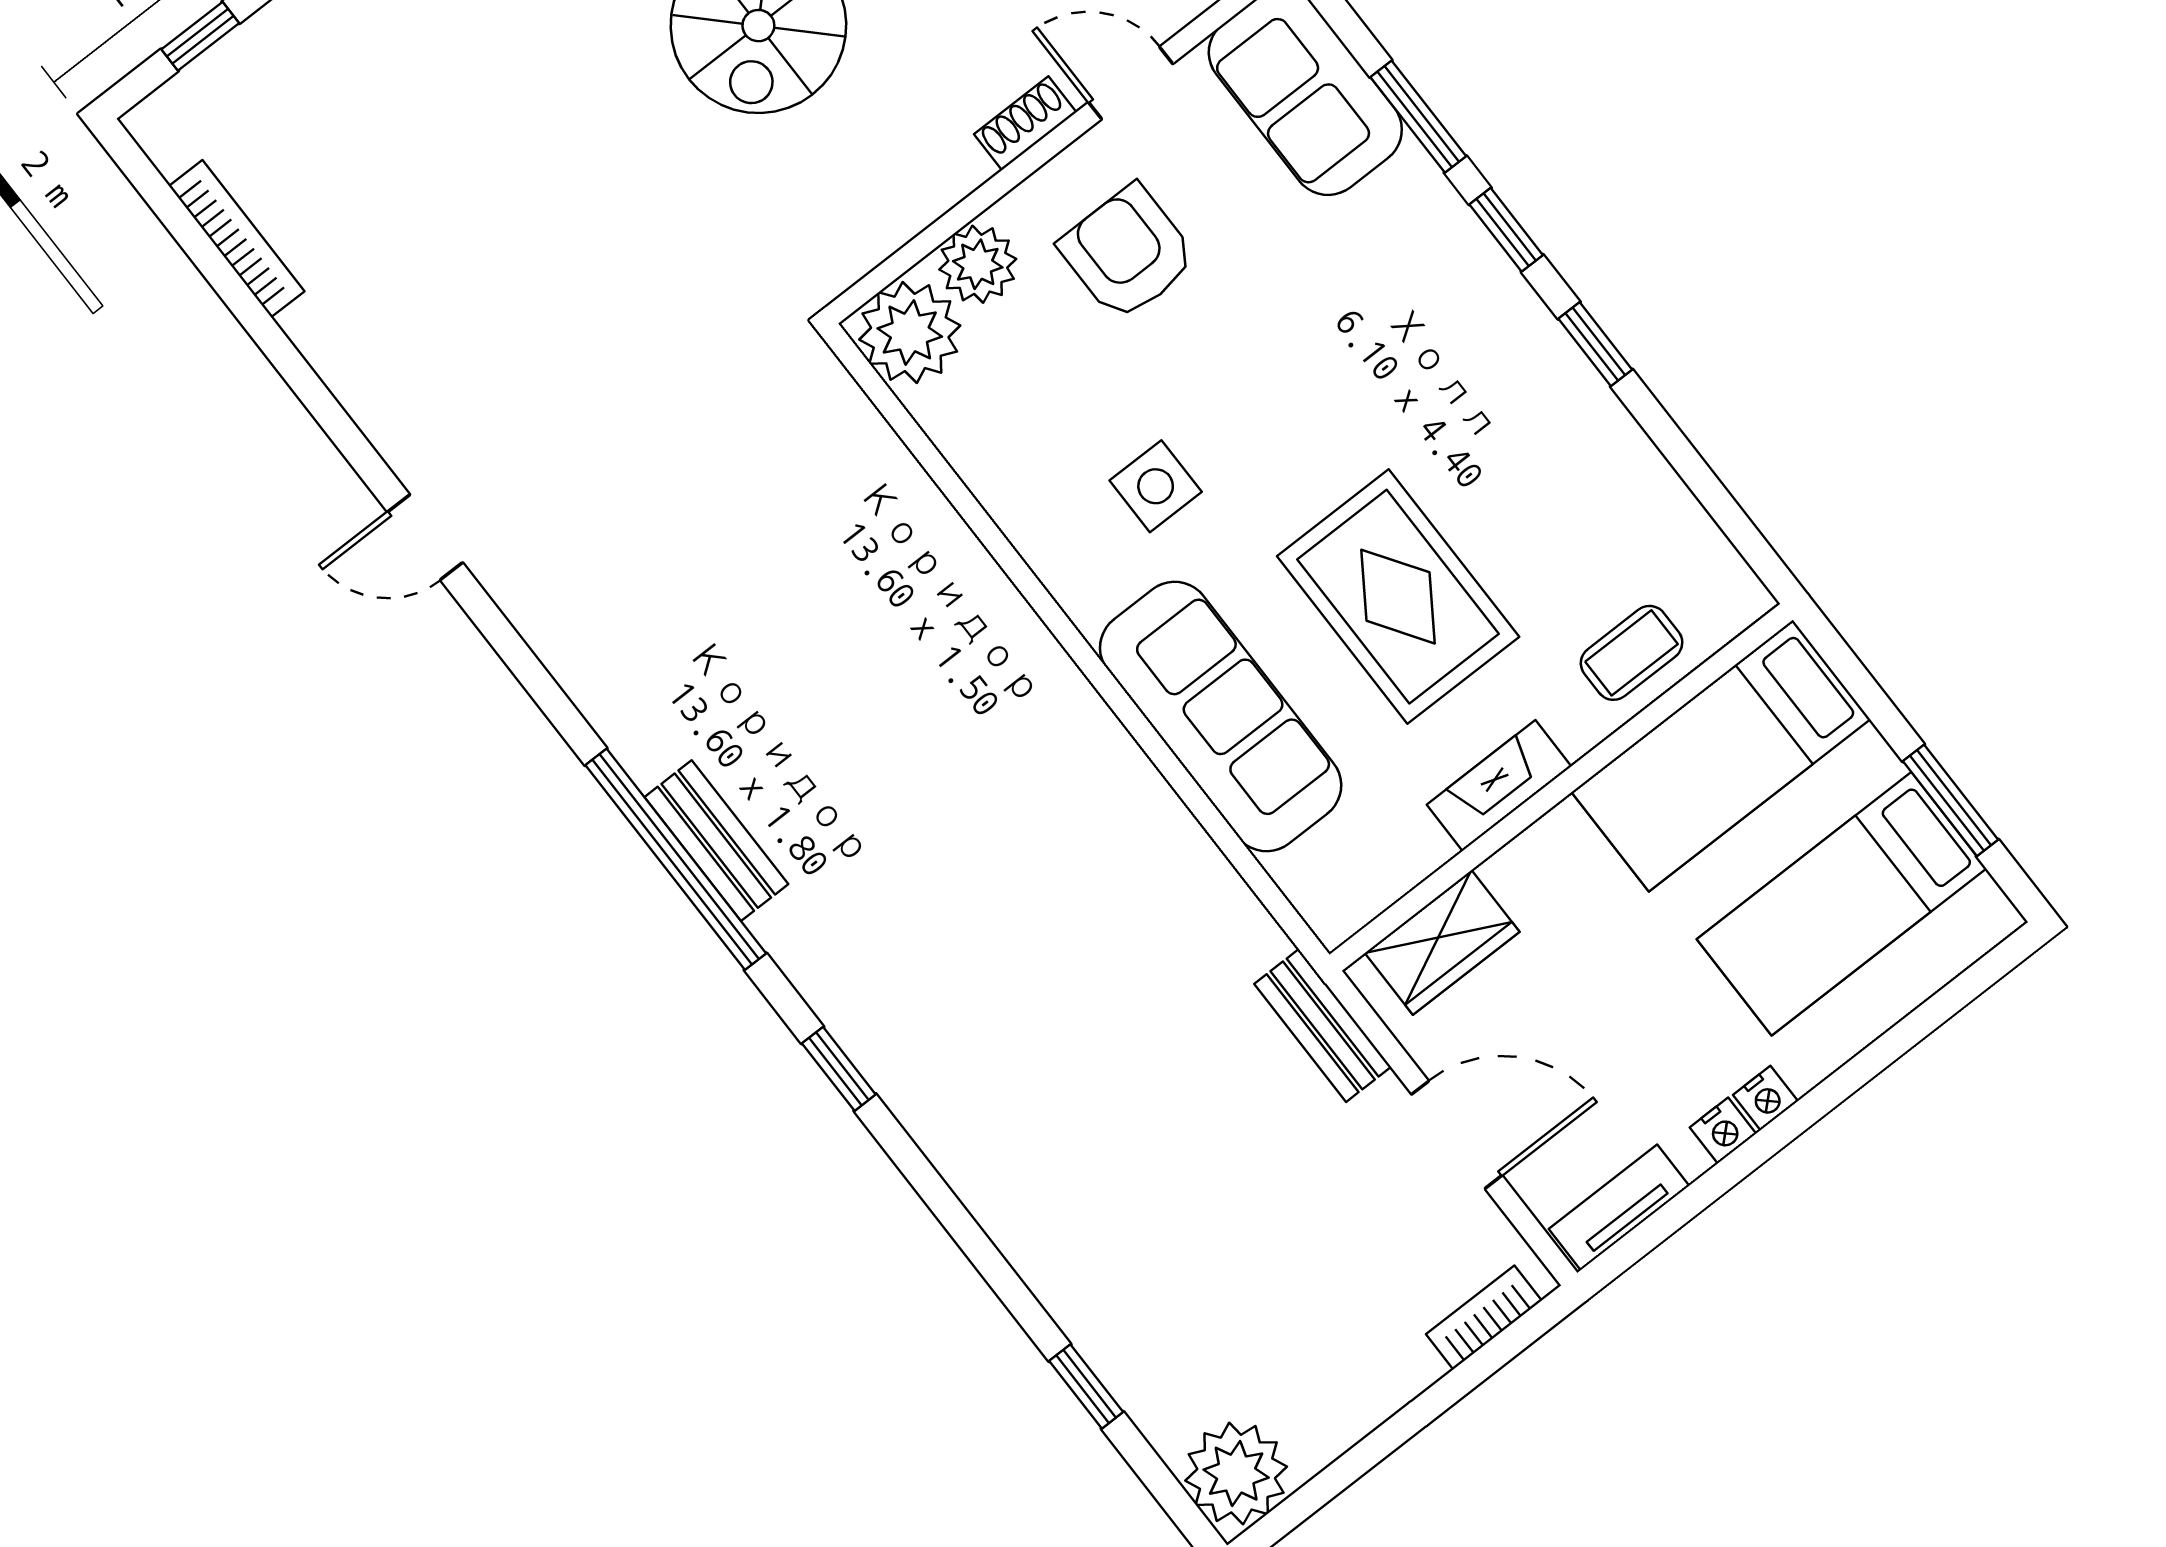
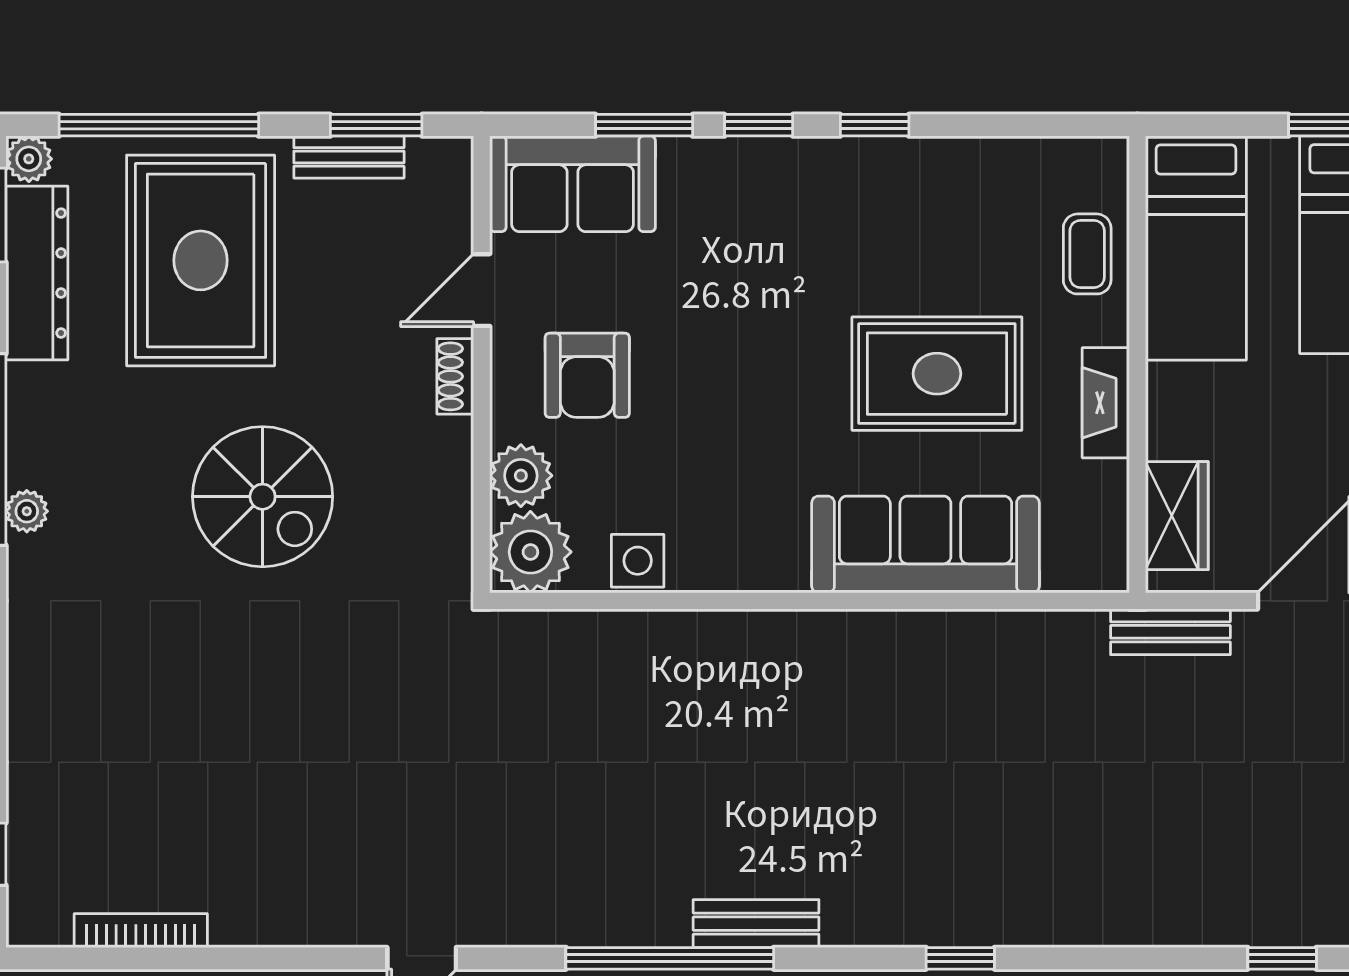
armchair: (1128, 253) -> (587, 375), turned -90
side table: (1156, 486) -> (638, 561), moved
window: (676, 859) -> (670, 958), moved

